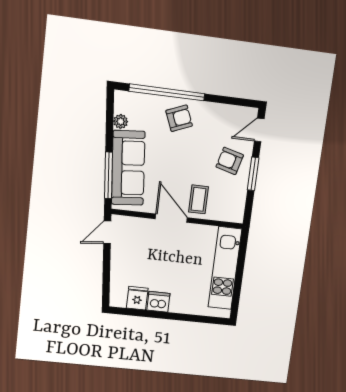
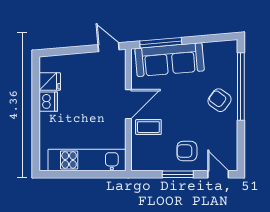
armchair: (179, 118) -> (219, 100), turned 148
plant: (121, 121) -> (210, 48), removed
armchair: (230, 161) -> (187, 151), turned -105

